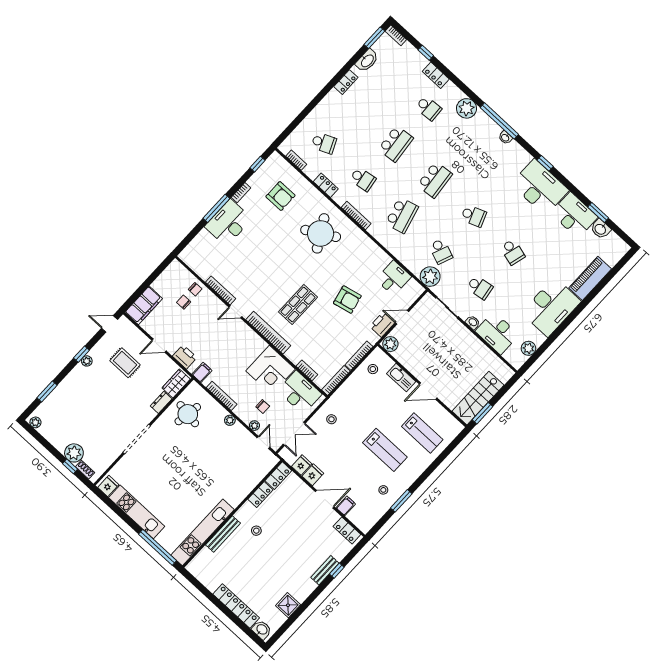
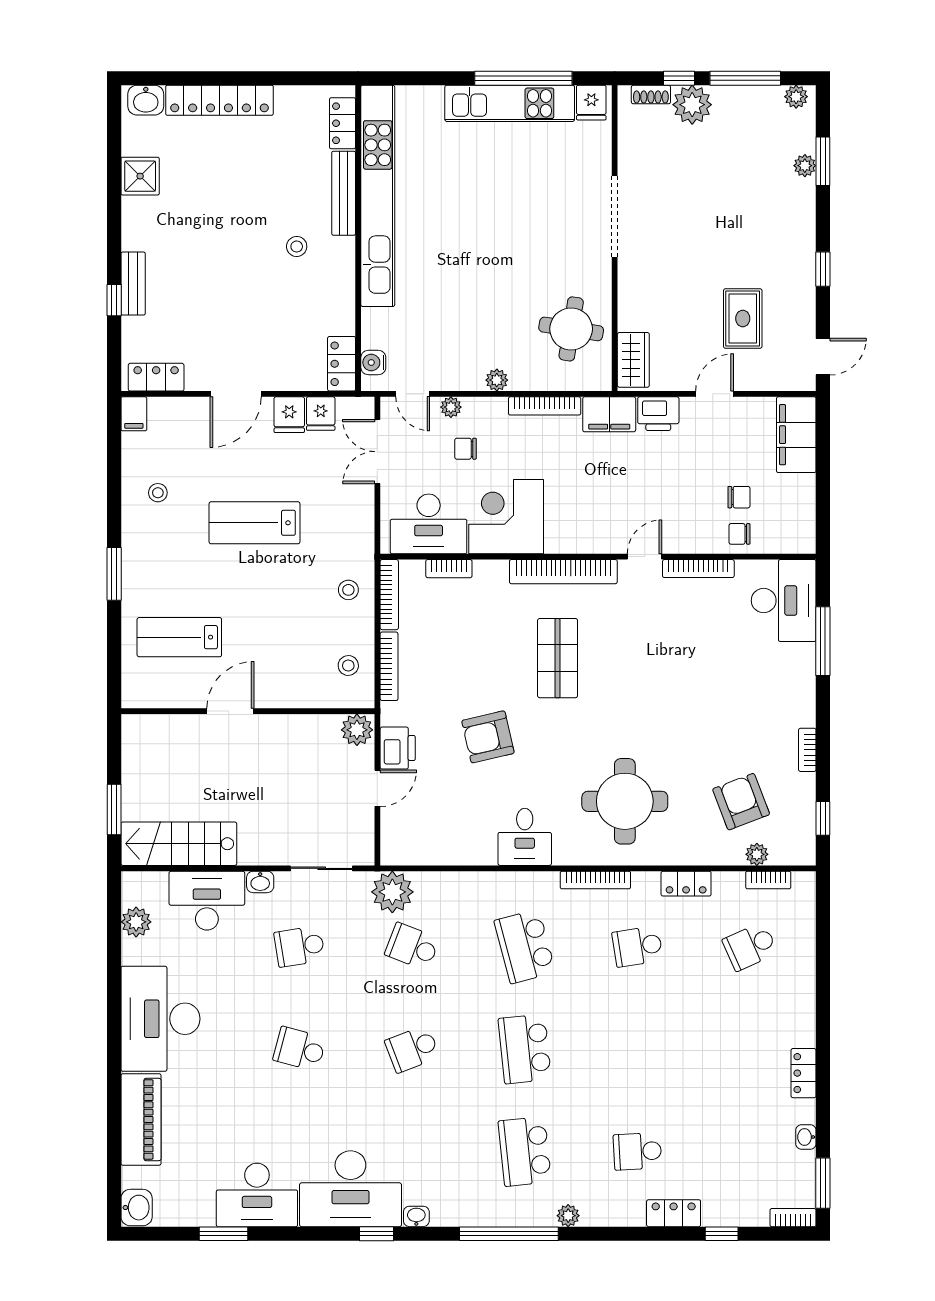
washbasin: (367, 61) -> (806, 1137), width x0.52, depth x0.69
plant: (467, 108) -> (568, 1216), width x0.53, depth x0.53
washbasin: (505, 138) -> (416, 1216), moved
school desk: (396, 144) -> (525, 1151), moved
plant: (292, 173) -> (757, 854), added
armchair: (280, 196) -> (741, 802), turned 69
window: (216, 208) -> (823, 641), moved
desk: (228, 223) -> (784, 601), moved
washbasin: (601, 229) -> (137, 1208), moved, turned 90
round table: (321, 233) -> (625, 801), turned 30
desk: (393, 278) -> (525, 837), moved
plant: (87, 361) -> (805, 166), moved
rug: (125, 363) -> (743, 318), turned 90
filing cabinet: (202, 372) -> (609, 414), width x2.00
kitchen sink: (401, 378) -> (292, 693), removed
stairs: (478, 398) -> (179, 844), moved, turned -90
dresser: (161, 402) -> (629, 309), removed
window: (482, 413) -> (114, 810), moved
stool: (331, 419) -> (348, 590), moved
window: (47, 445) -> (745, 78), added
lab bench: (385, 450) -> (254, 523), moved
water cooler: (267, 466) -> (373, 362), added
locker: (260, 495) -> (342, 123), moved
window: (401, 501) -> (114, 574), moved
filing cabinet: (346, 506) -> (134, 414), moved
kitchen unit: (203, 532) -> (378, 196), width x1.36
window: (158, 547) -> (523, 78), moved

